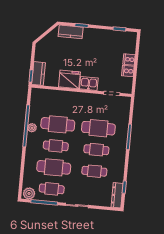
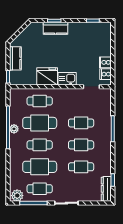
kitchen counter: (71, 32) -> (55, 28), moved
cooker: (129, 59) -> (105, 74), moved
kitchen counter: (39, 73) -> (15, 58), moved
cafe table: (60, 103) -> (40, 101), added
cafe table: (98, 128) -> (81, 123), width x0.73, depth x0.74

